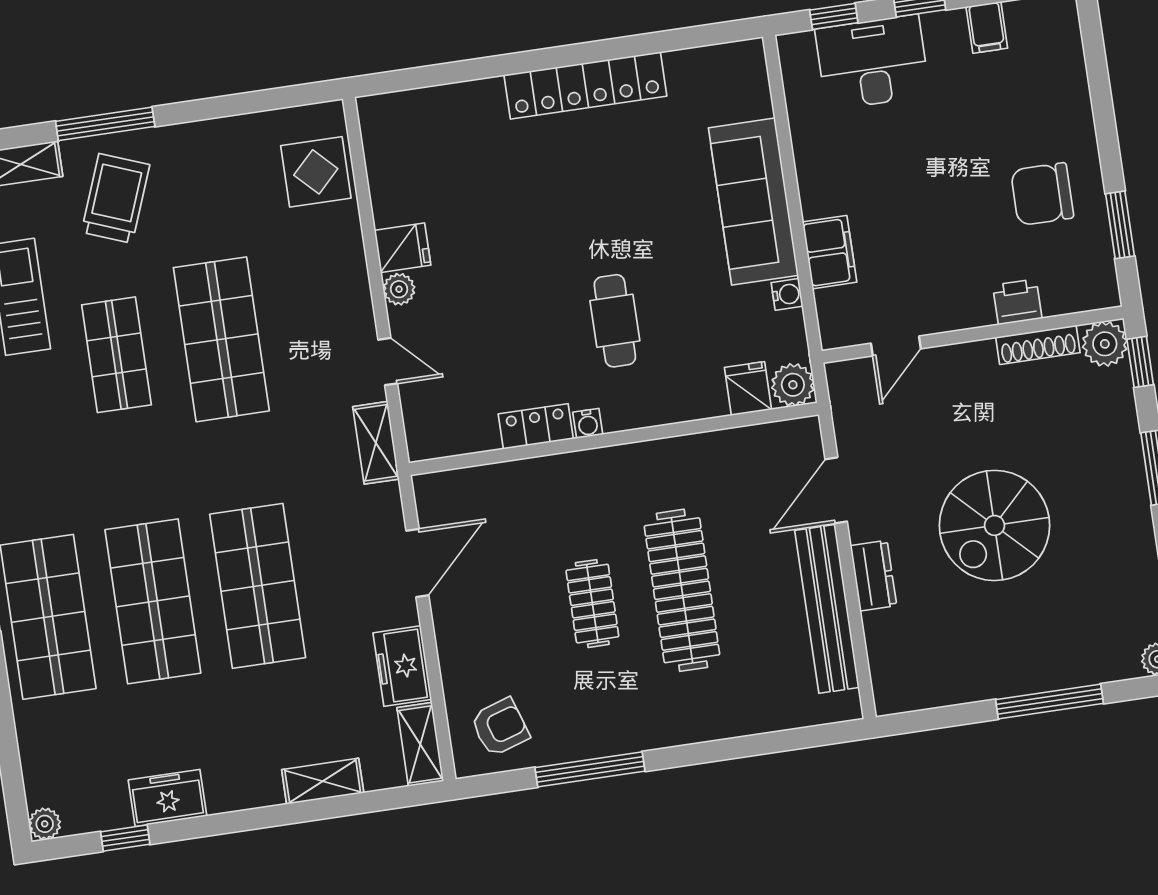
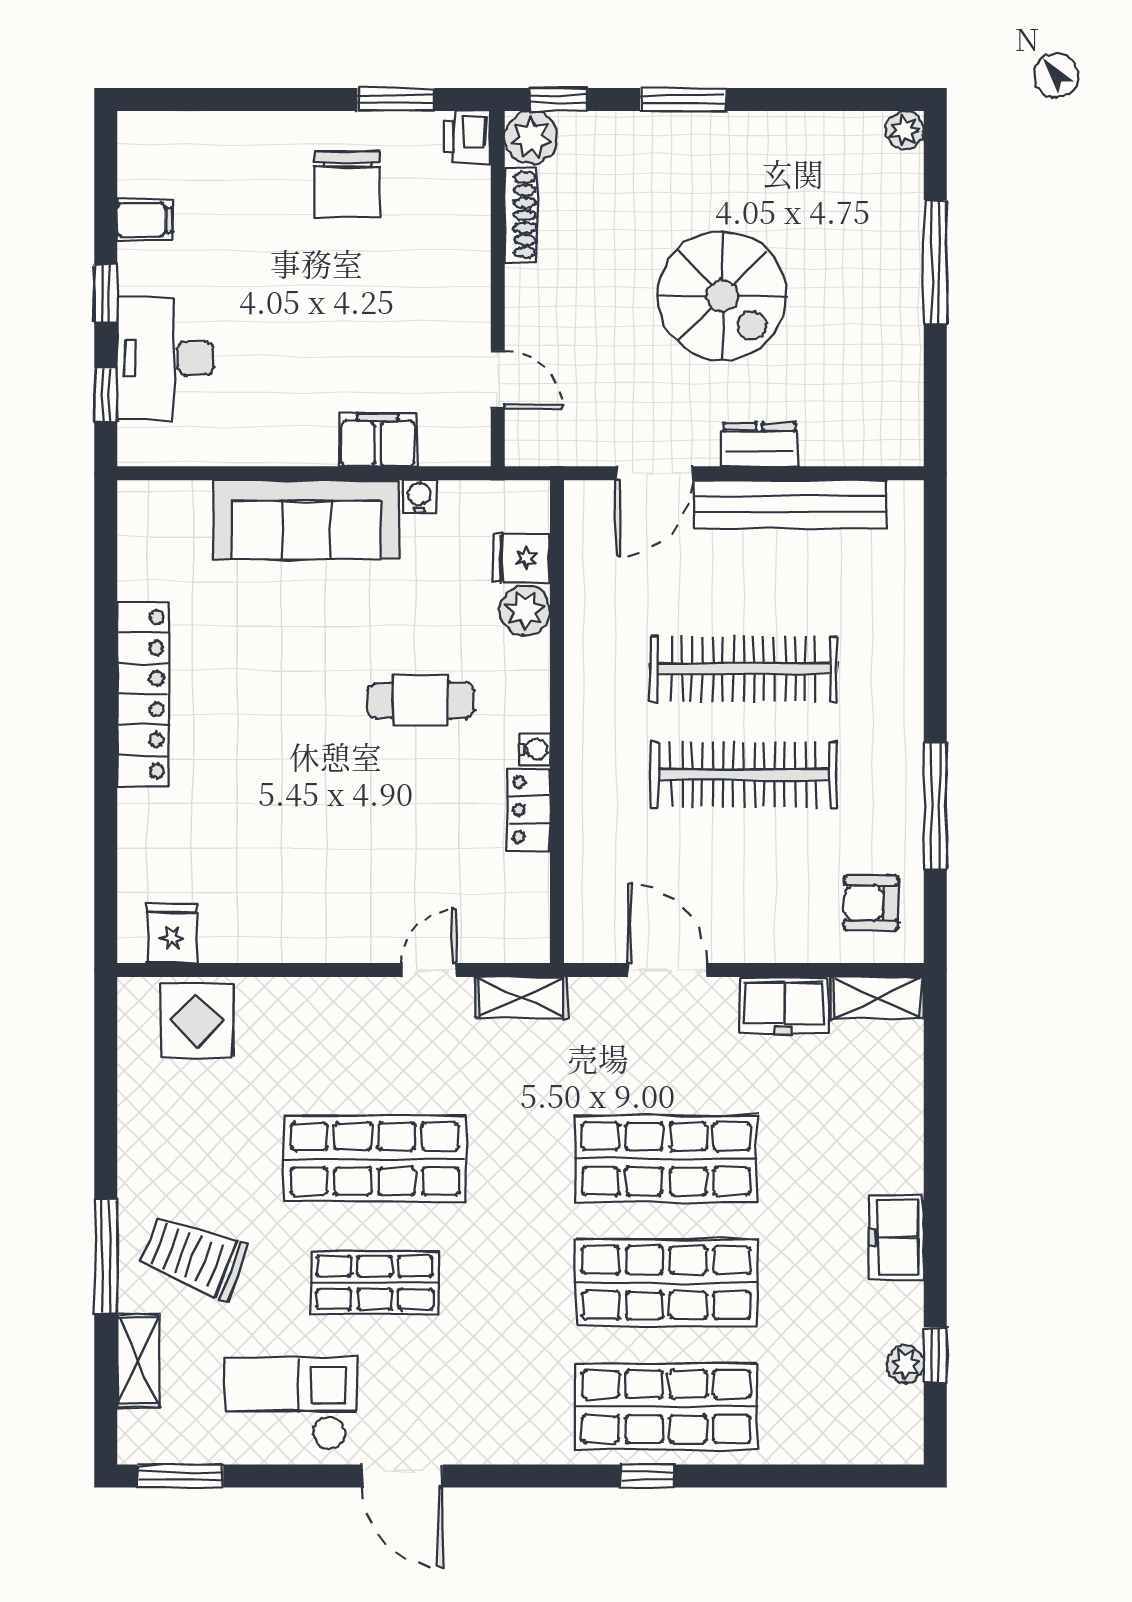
fridge: (403, 248) -> (172, 933), moved
plant: (399, 289) -> (347, 945), removed
printer: (1017, 302) -> (467, 137), moved
plant: (793, 385) -> (525, 610), moved
door: (836, 490) -> (654, 473), hinge flipped
clothes rail: (592, 604) -> (744, 775), width x1.86, depth x1.31
armchair: (500, 727) -> (871, 903), turned -72
shelving: (323, 781) -> (903, 1117), removed
freezer: (168, 798) -> (896, 1237), moved
plant: (45, 824) -> (905, 1364), moved

